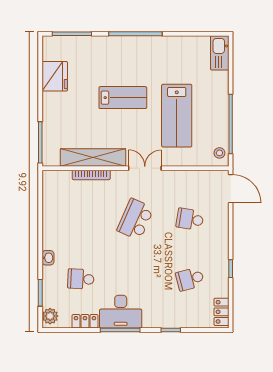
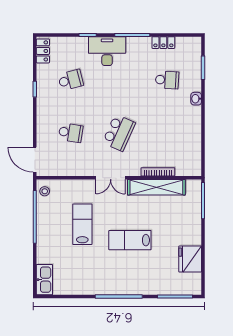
lab bench: (177, 116) -> (82, 224), width x0.73, depth x0.72
desk: (121, 312) -> (107, 51), moved
plant: (50, 316) -> (194, 47), removed

